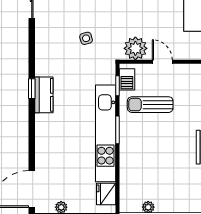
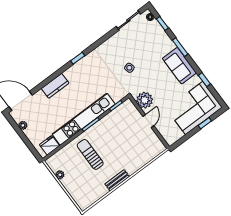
barbecue: (127, 79) -> (123, 108), removed
kitchen counter: (44, 95) -> (55, 86), moved
sun lounger: (150, 105) -> (90, 154), moved

